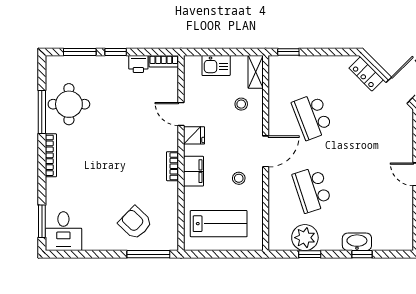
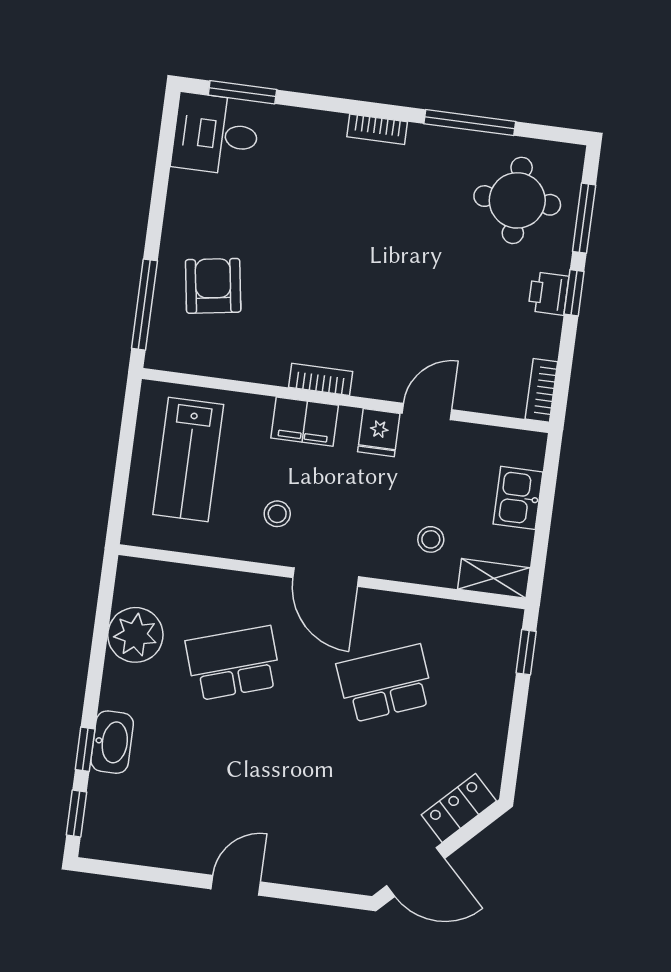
printer: (138, 64) -> (548, 293), moved
round table: (69, 104) -> (517, 200), moved
bookcase: (51, 155) -> (377, 129), width x0.64
armchair: (135, 223) -> (213, 286), turned -53
window: (310, 254) -> (77, 813), moved

